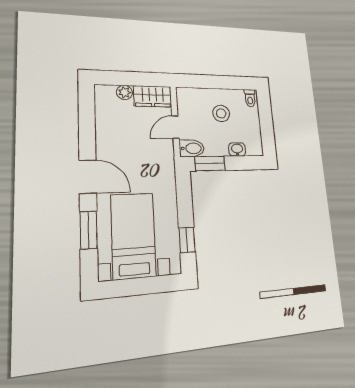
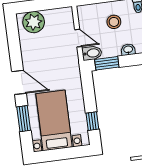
plant: (124, 92) -> (34, 22), width x1.88, depth x1.88
wardrobe: (153, 96) -> (59, 16), removed
door: (175, 127) -> (78, 38), swing flipped

